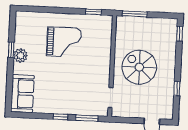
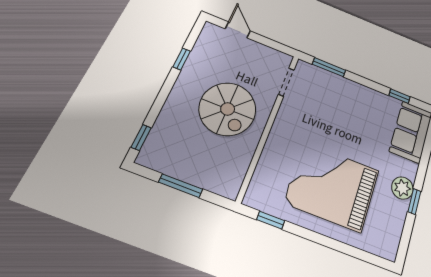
window: (135, 14) -> (181, 186), moved
grand piano: (64, 42) -> (332, 186), width x1.37, depth x1.48
window: (60, 117) -> (400, 96), moved

